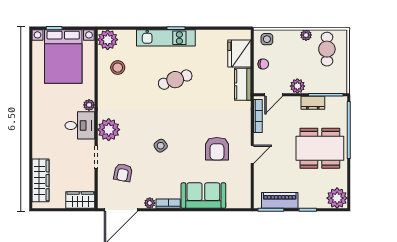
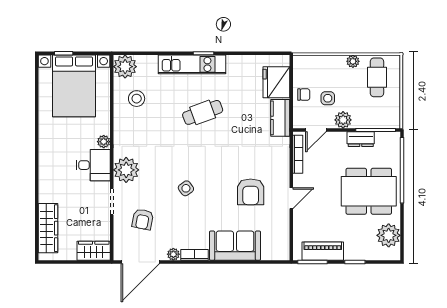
side table: (267, 39) -> (328, 98), moved
plant: (337, 198) -> (389, 235), moved

